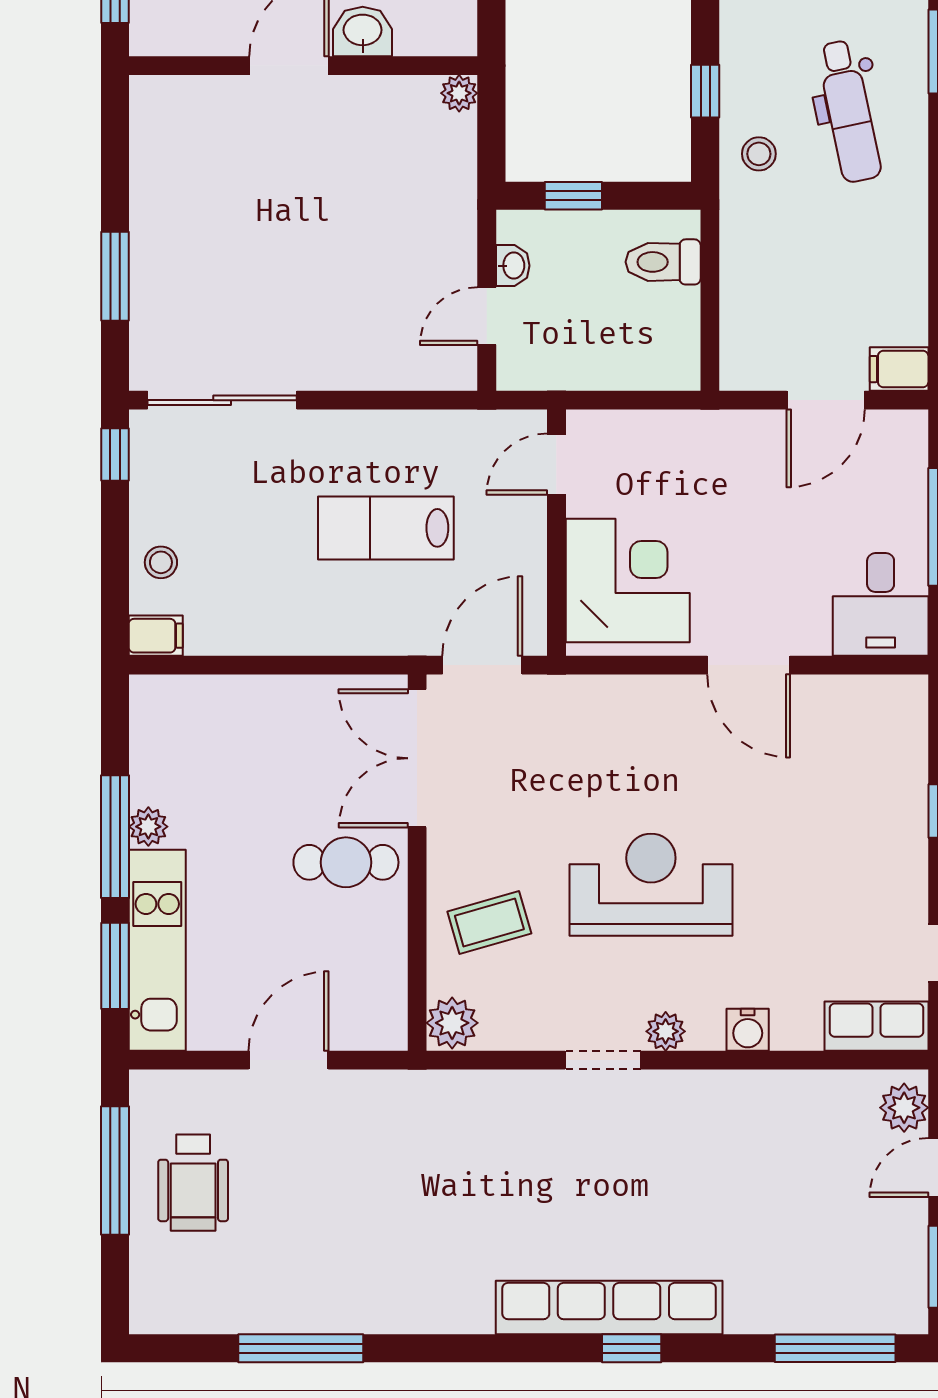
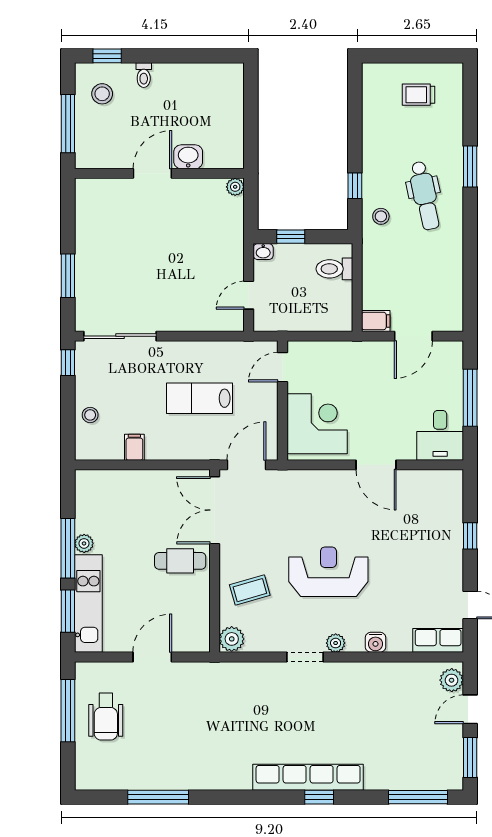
washbasin: (513, 266) -> (263, 252), moved, turned 90
filing cabinet: (899, 369) -> (376, 321), moved, turned 180
filing cabinet: (156, 636) -> (134, 447), moved, turned -90

